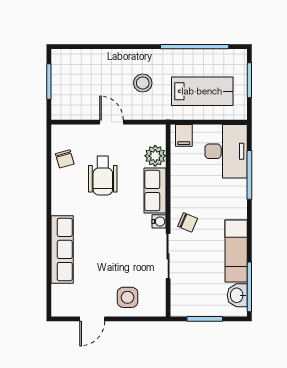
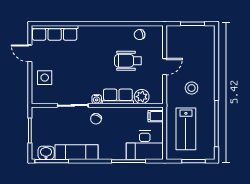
row of seats: (62, 249) -> (55, 33), moved

